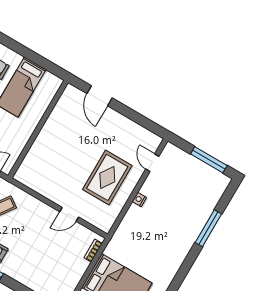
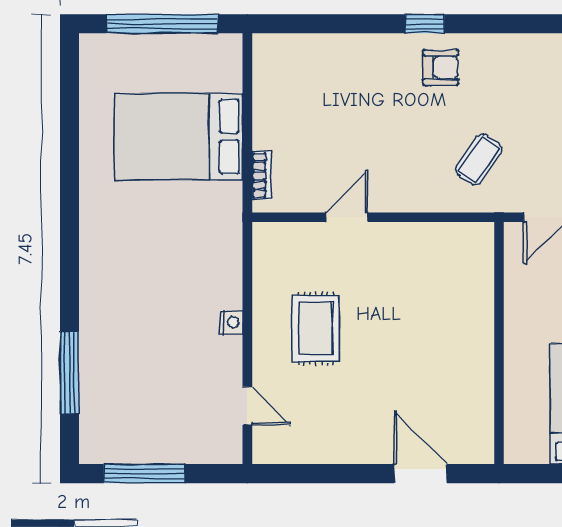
rug: (107, 177) -> (316, 329), width x0.73, depth x0.70
window: (208, 228) -> (70, 373), moved

